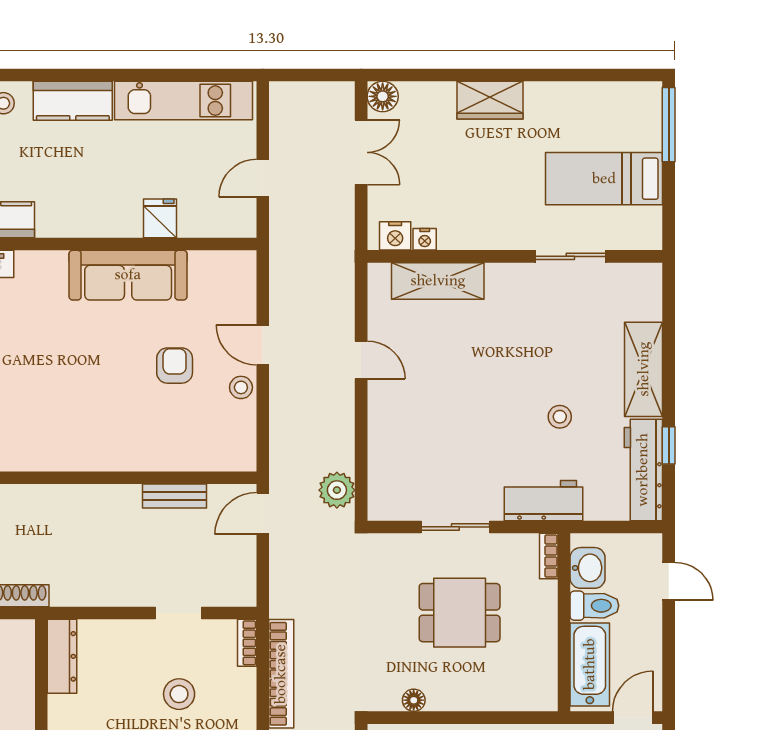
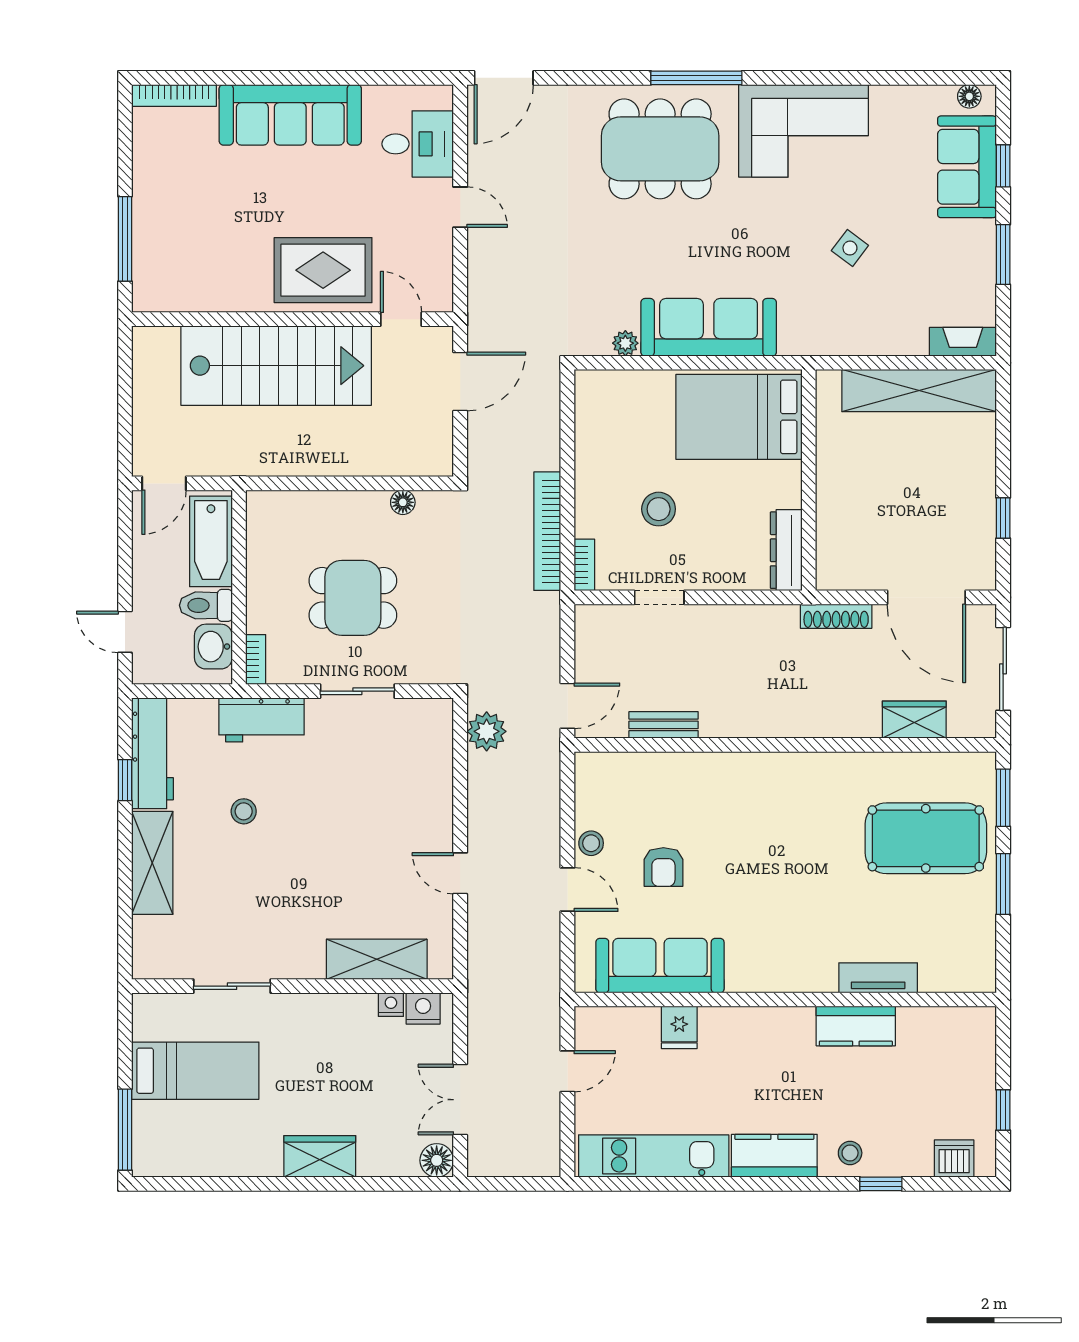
sofa: (128, 275) -> (660, 966), moved

